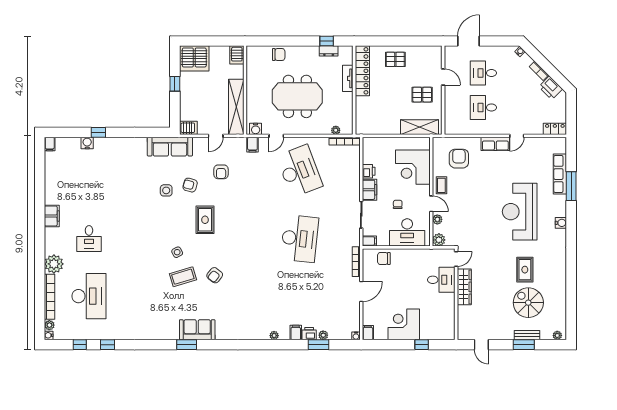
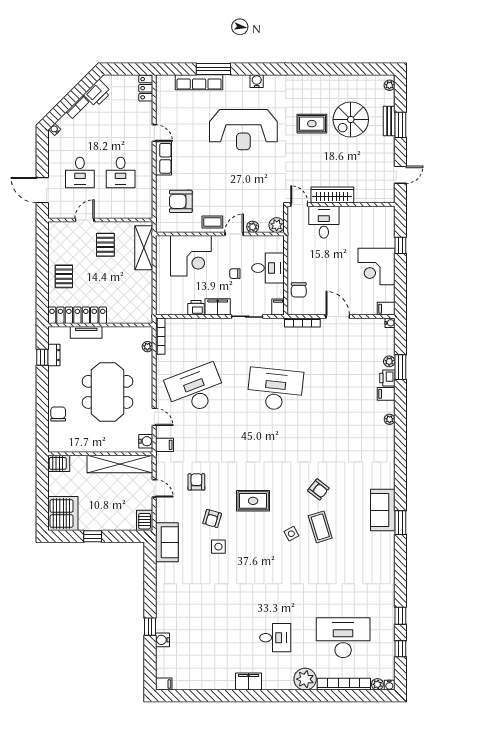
sofa: (170, 147) -> (167, 542), width x0.73
armchair: (221, 172) -> (196, 482), turned -90
desk: (407, 232) -> (268, 268), width x0.73

